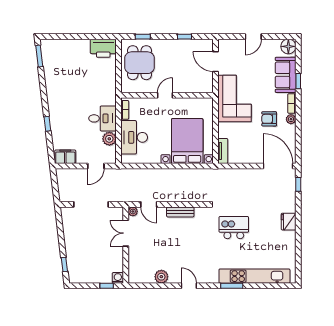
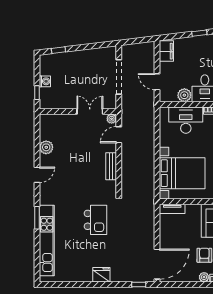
washing machine: (118, 278) -> (45, 81), moved

